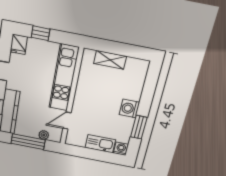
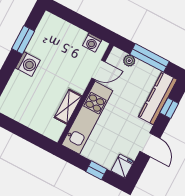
shelving: (110, 60) -> (68, 107), moved, turned 90
kitchen sink: (100, 144) -> (70, 32), removed
washing machine: (121, 149) -> (92, 43), moved

